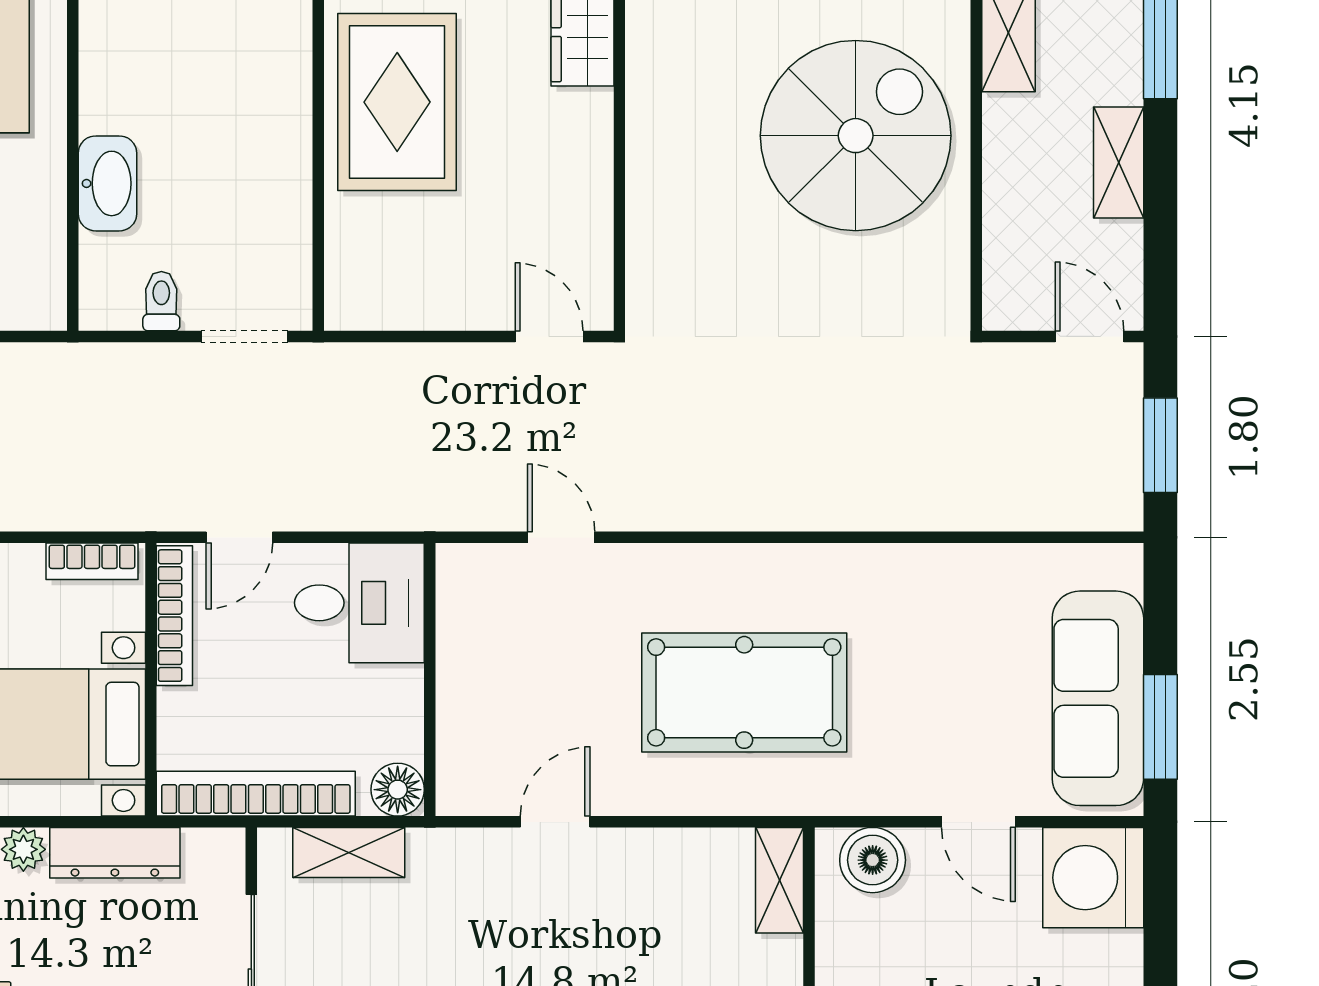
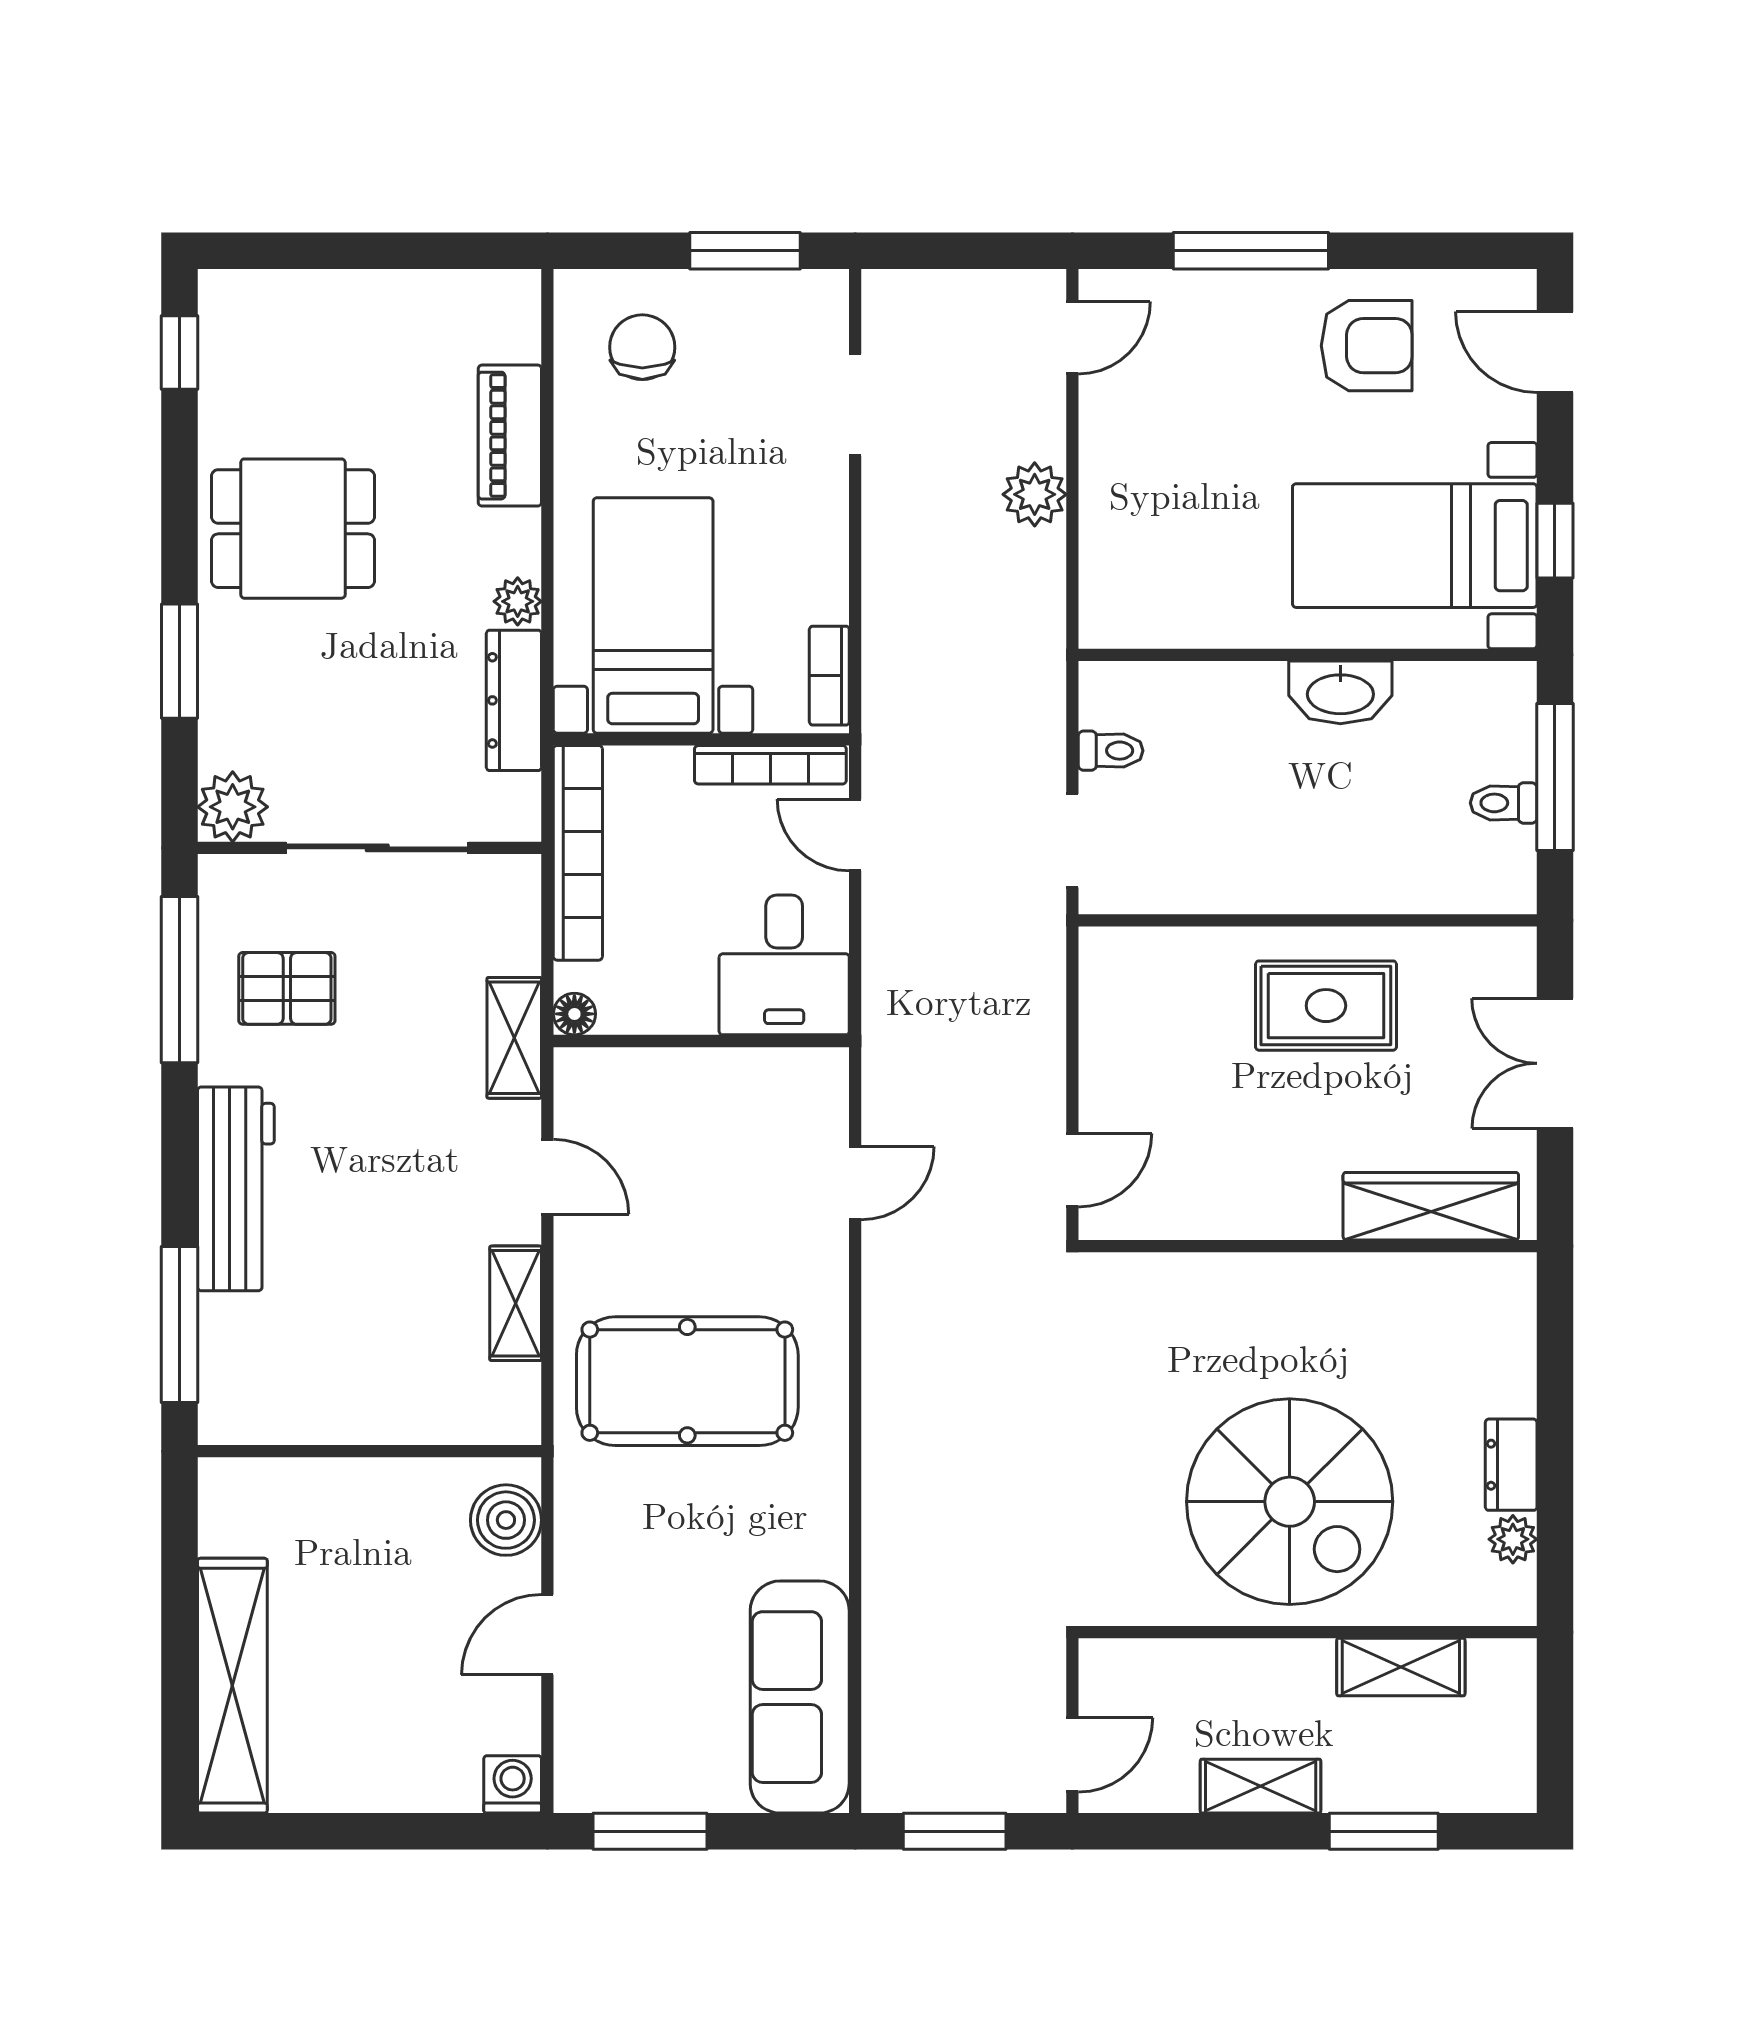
rug: (397, 102) -> (1326, 1006), width x0.73, depth x0.70
washbasin: (107, 183) -> (1340, 692), moved
pool table: (744, 692) -> (687, 1381), turned 90
sofa: (1098, 698) -> (800, 1697), moved, turned -90
floor lamp: (398, 790) -> (574, 1014), width x0.73, depth x0.73
shelving: (349, 852) -> (514, 1038), moved
washing machine: (1093, 878) -> (513, 1784), width x0.53, depth x0.53
shelving: (780, 880) -> (516, 1303), moved, turned 90

